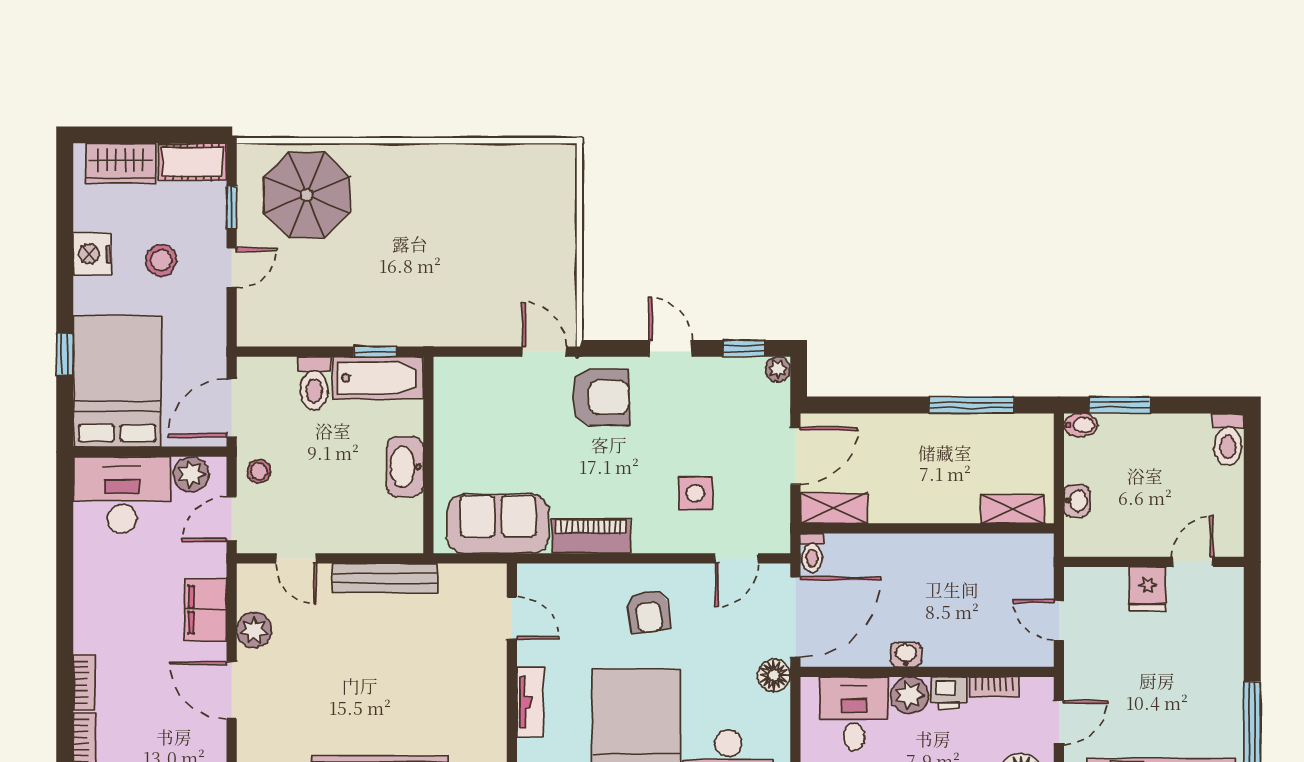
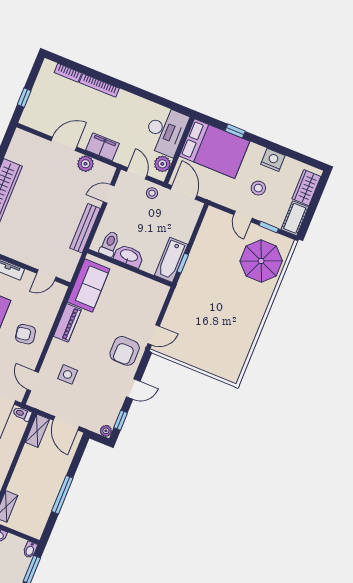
toilet: (314, 383) -> (109, 244), moved, turned 90
window: (972, 405) -> (62, 495), moved
bookcase: (84, 682) -> (99, 85), width x1.56

